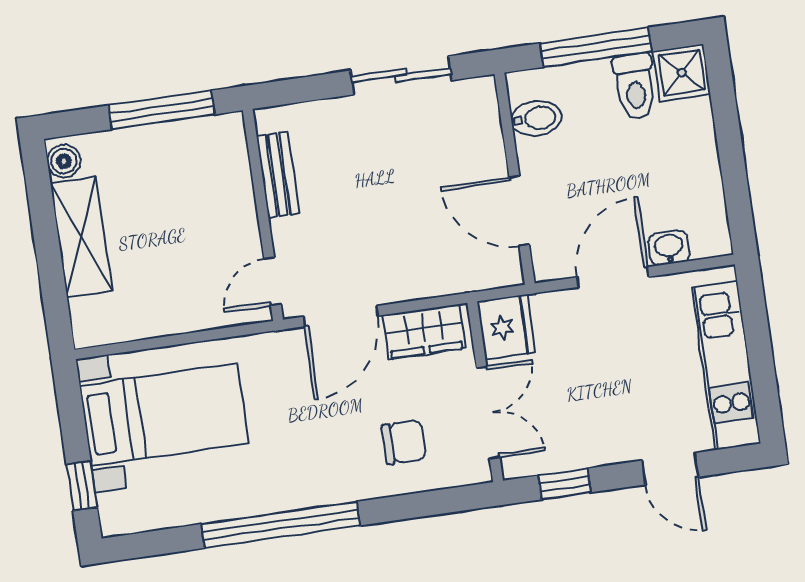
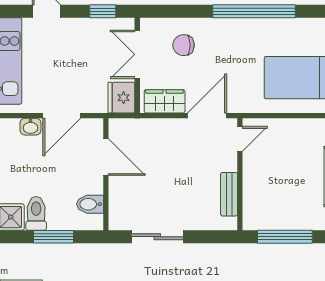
window: (596, 47) -> (53, 237), width x0.69

